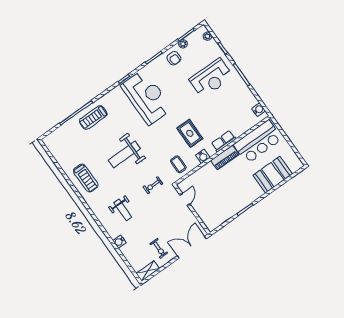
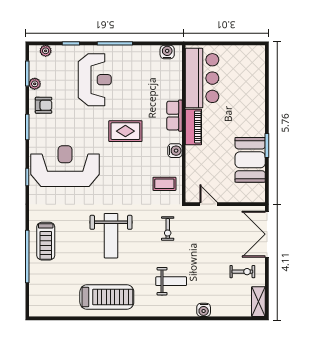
rug: (190, 133) -> (125, 131), moved
booth: (273, 175) -> (250, 160), moved
treadmill: (86, 178) -> (107, 297), width x1.37, depth x1.38

